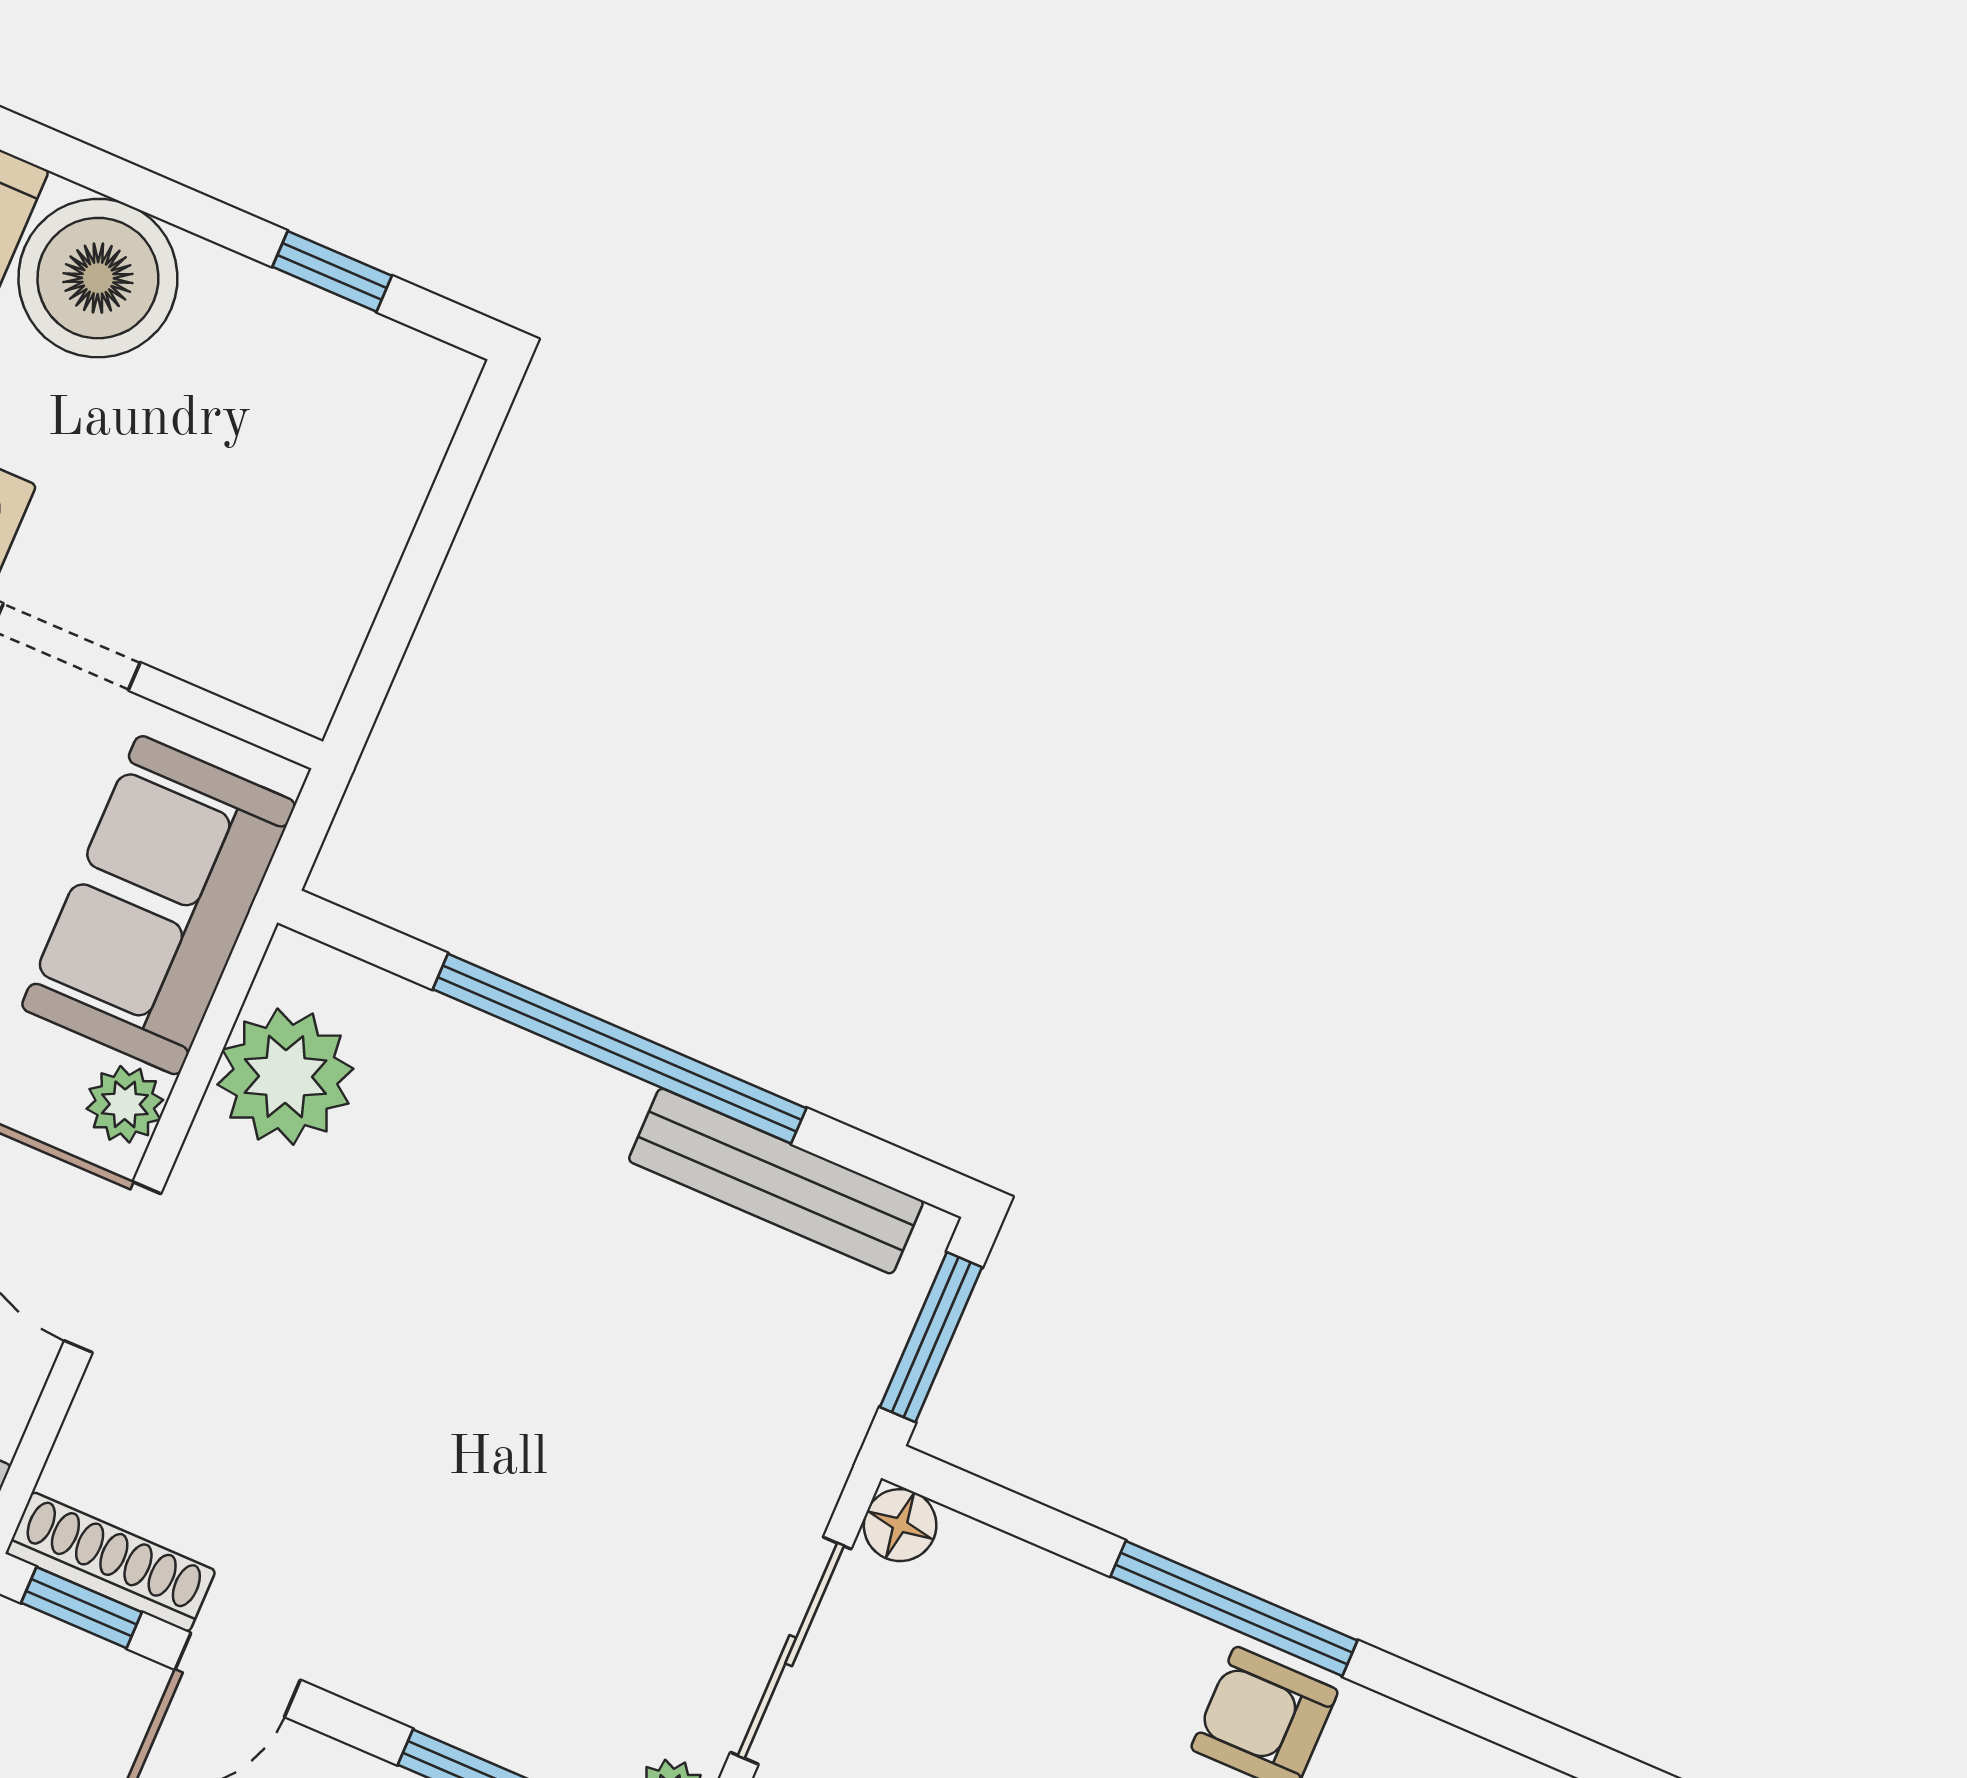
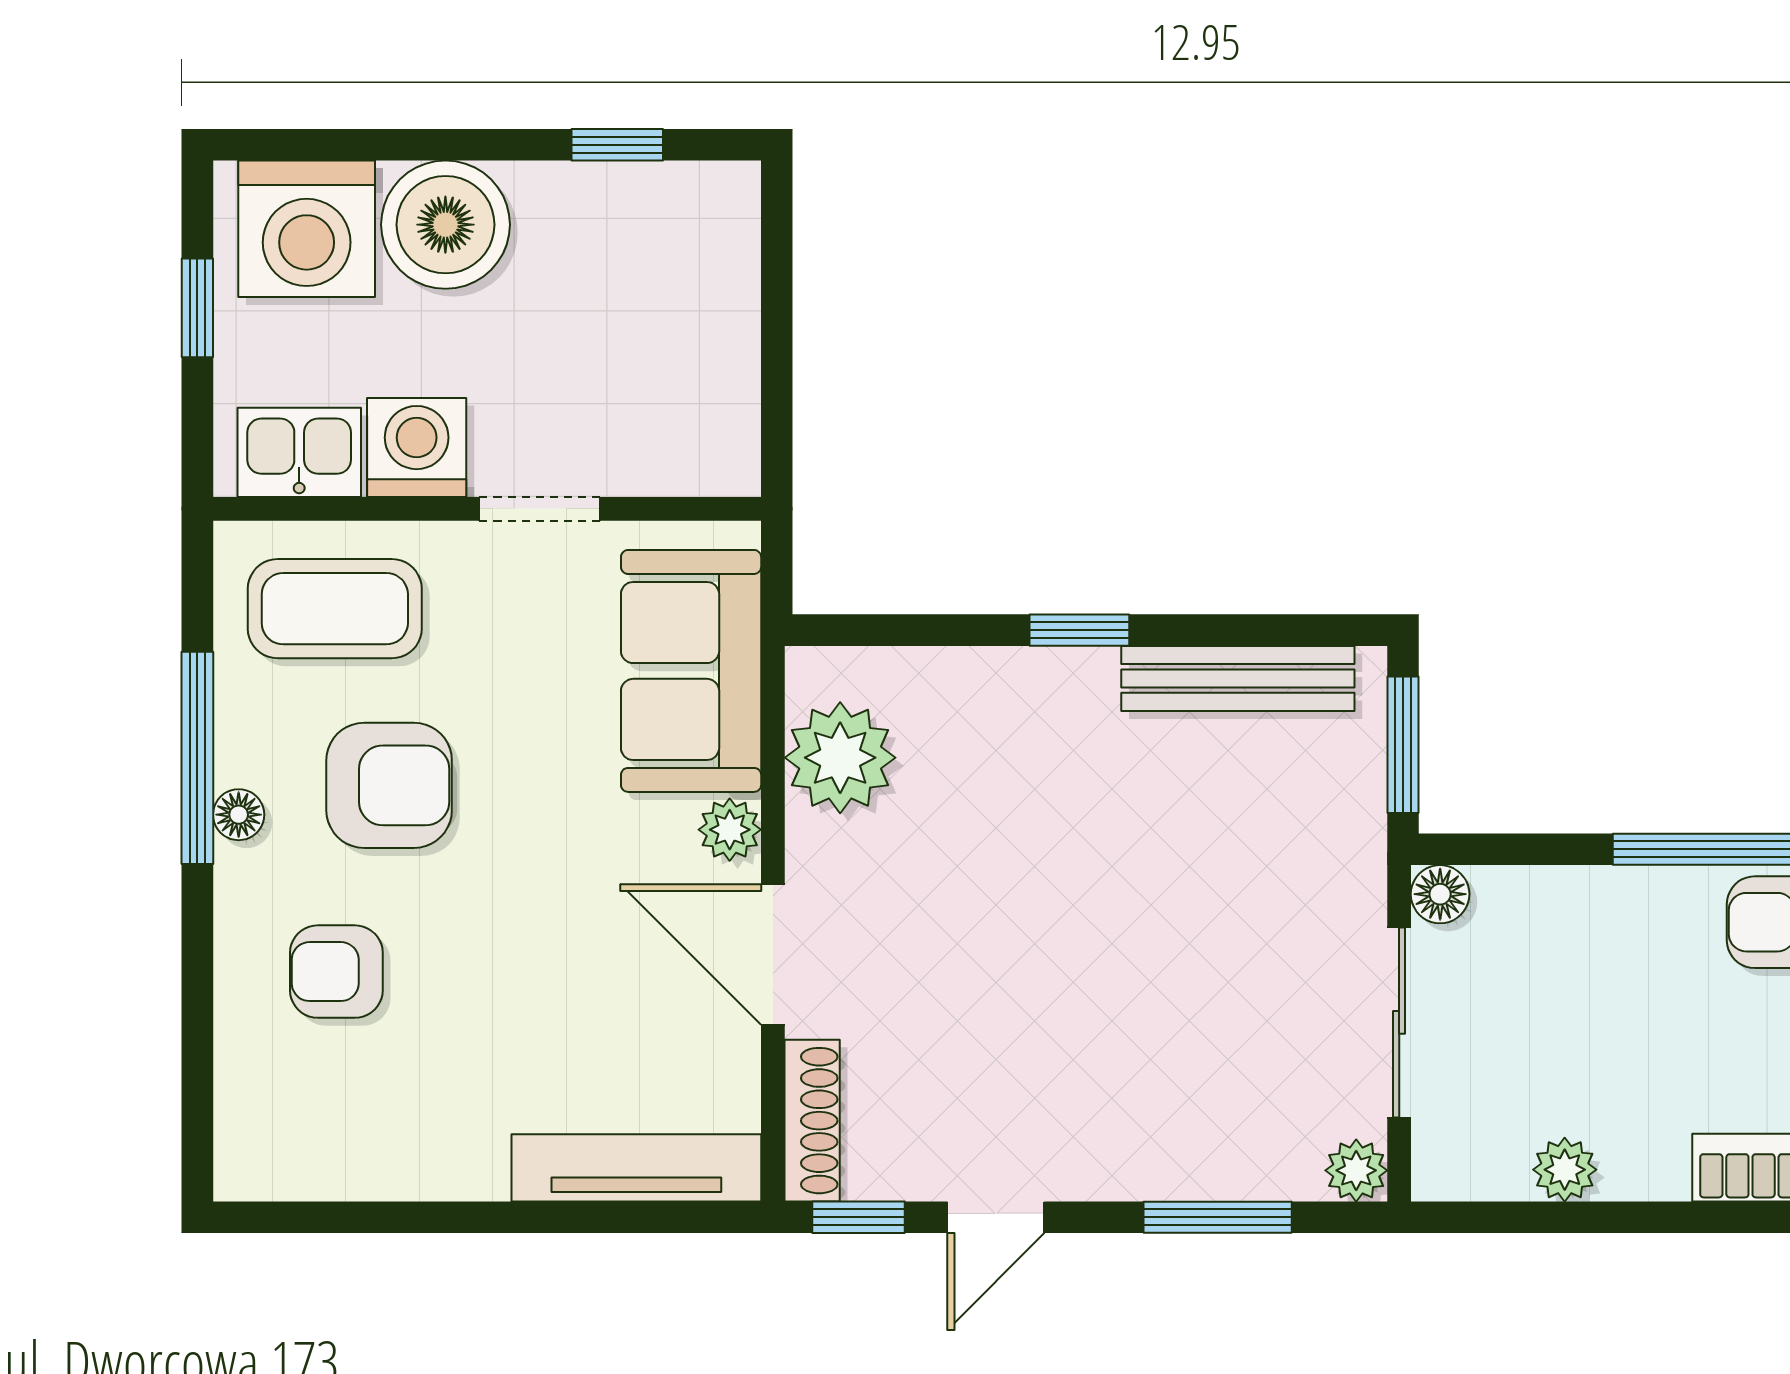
window: (620, 1049) -> (1079, 630), width x0.32
shoe rack: (111, 1562) -> (812, 1121), moved, turned 90

